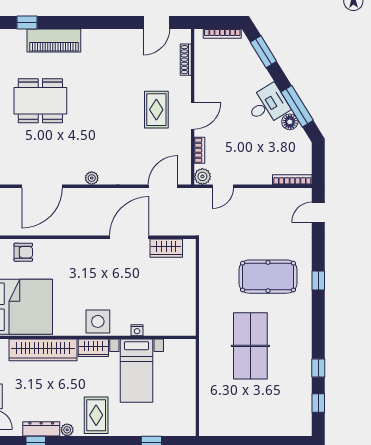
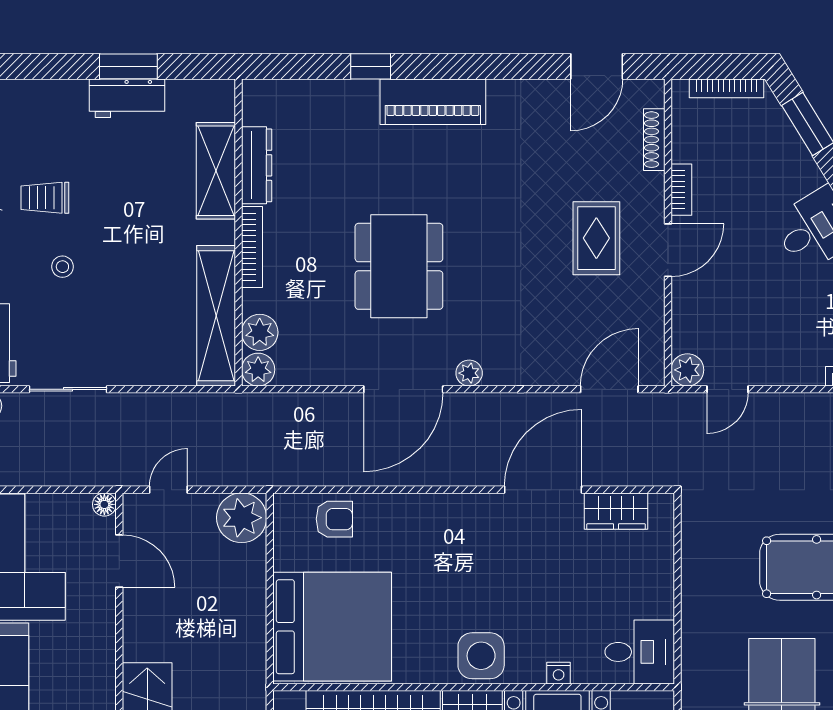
window: (27, 22) -> (371, 66), moved
piano: (54, 40) -> (433, 102), moved
dining table: (40, 101) -> (399, 266), moved, turned 90
bookcase: (199, 150) -> (681, 190), moved
door: (42, 186) -> (403, 389), moved
desk: (178, 320) -> (640, 652), added

